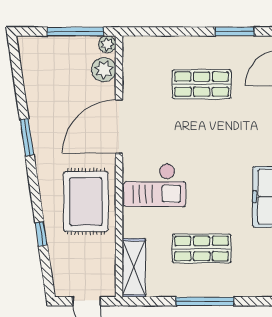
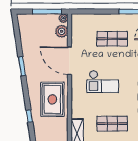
door: (119, 127) -> (69, 61), hinge flipped
checkout: (155, 185) -> (103, 82), moved

